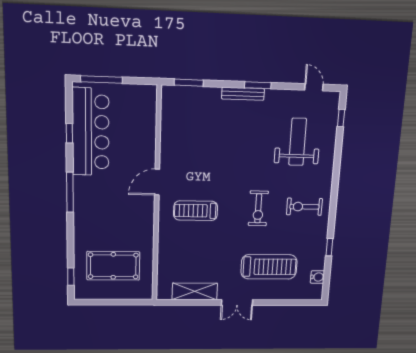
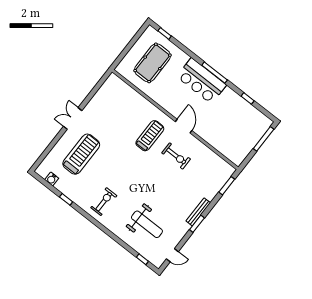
bar counter: (91, 132) -> (202, 81), moved, width x0.73
exercise bike: (258, 208) -> (176, 156), moved, turned 180
treadmill: (269, 267) -> (81, 154), turned 180
shelving: (195, 291) -> (100, 98), removed

